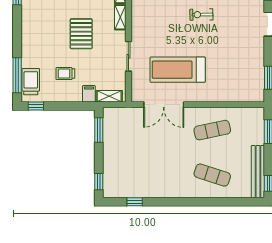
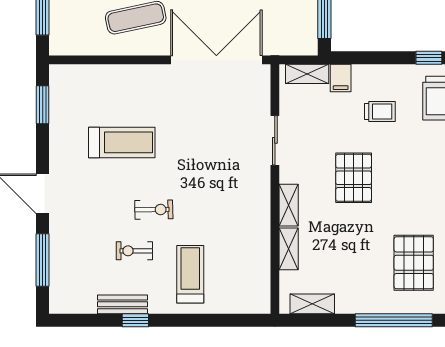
treadmill: (178, 70) -> (122, 142), moved, width x0.73, depth x0.73
double door: (164, 105) -> (216, 60), width x1.36

